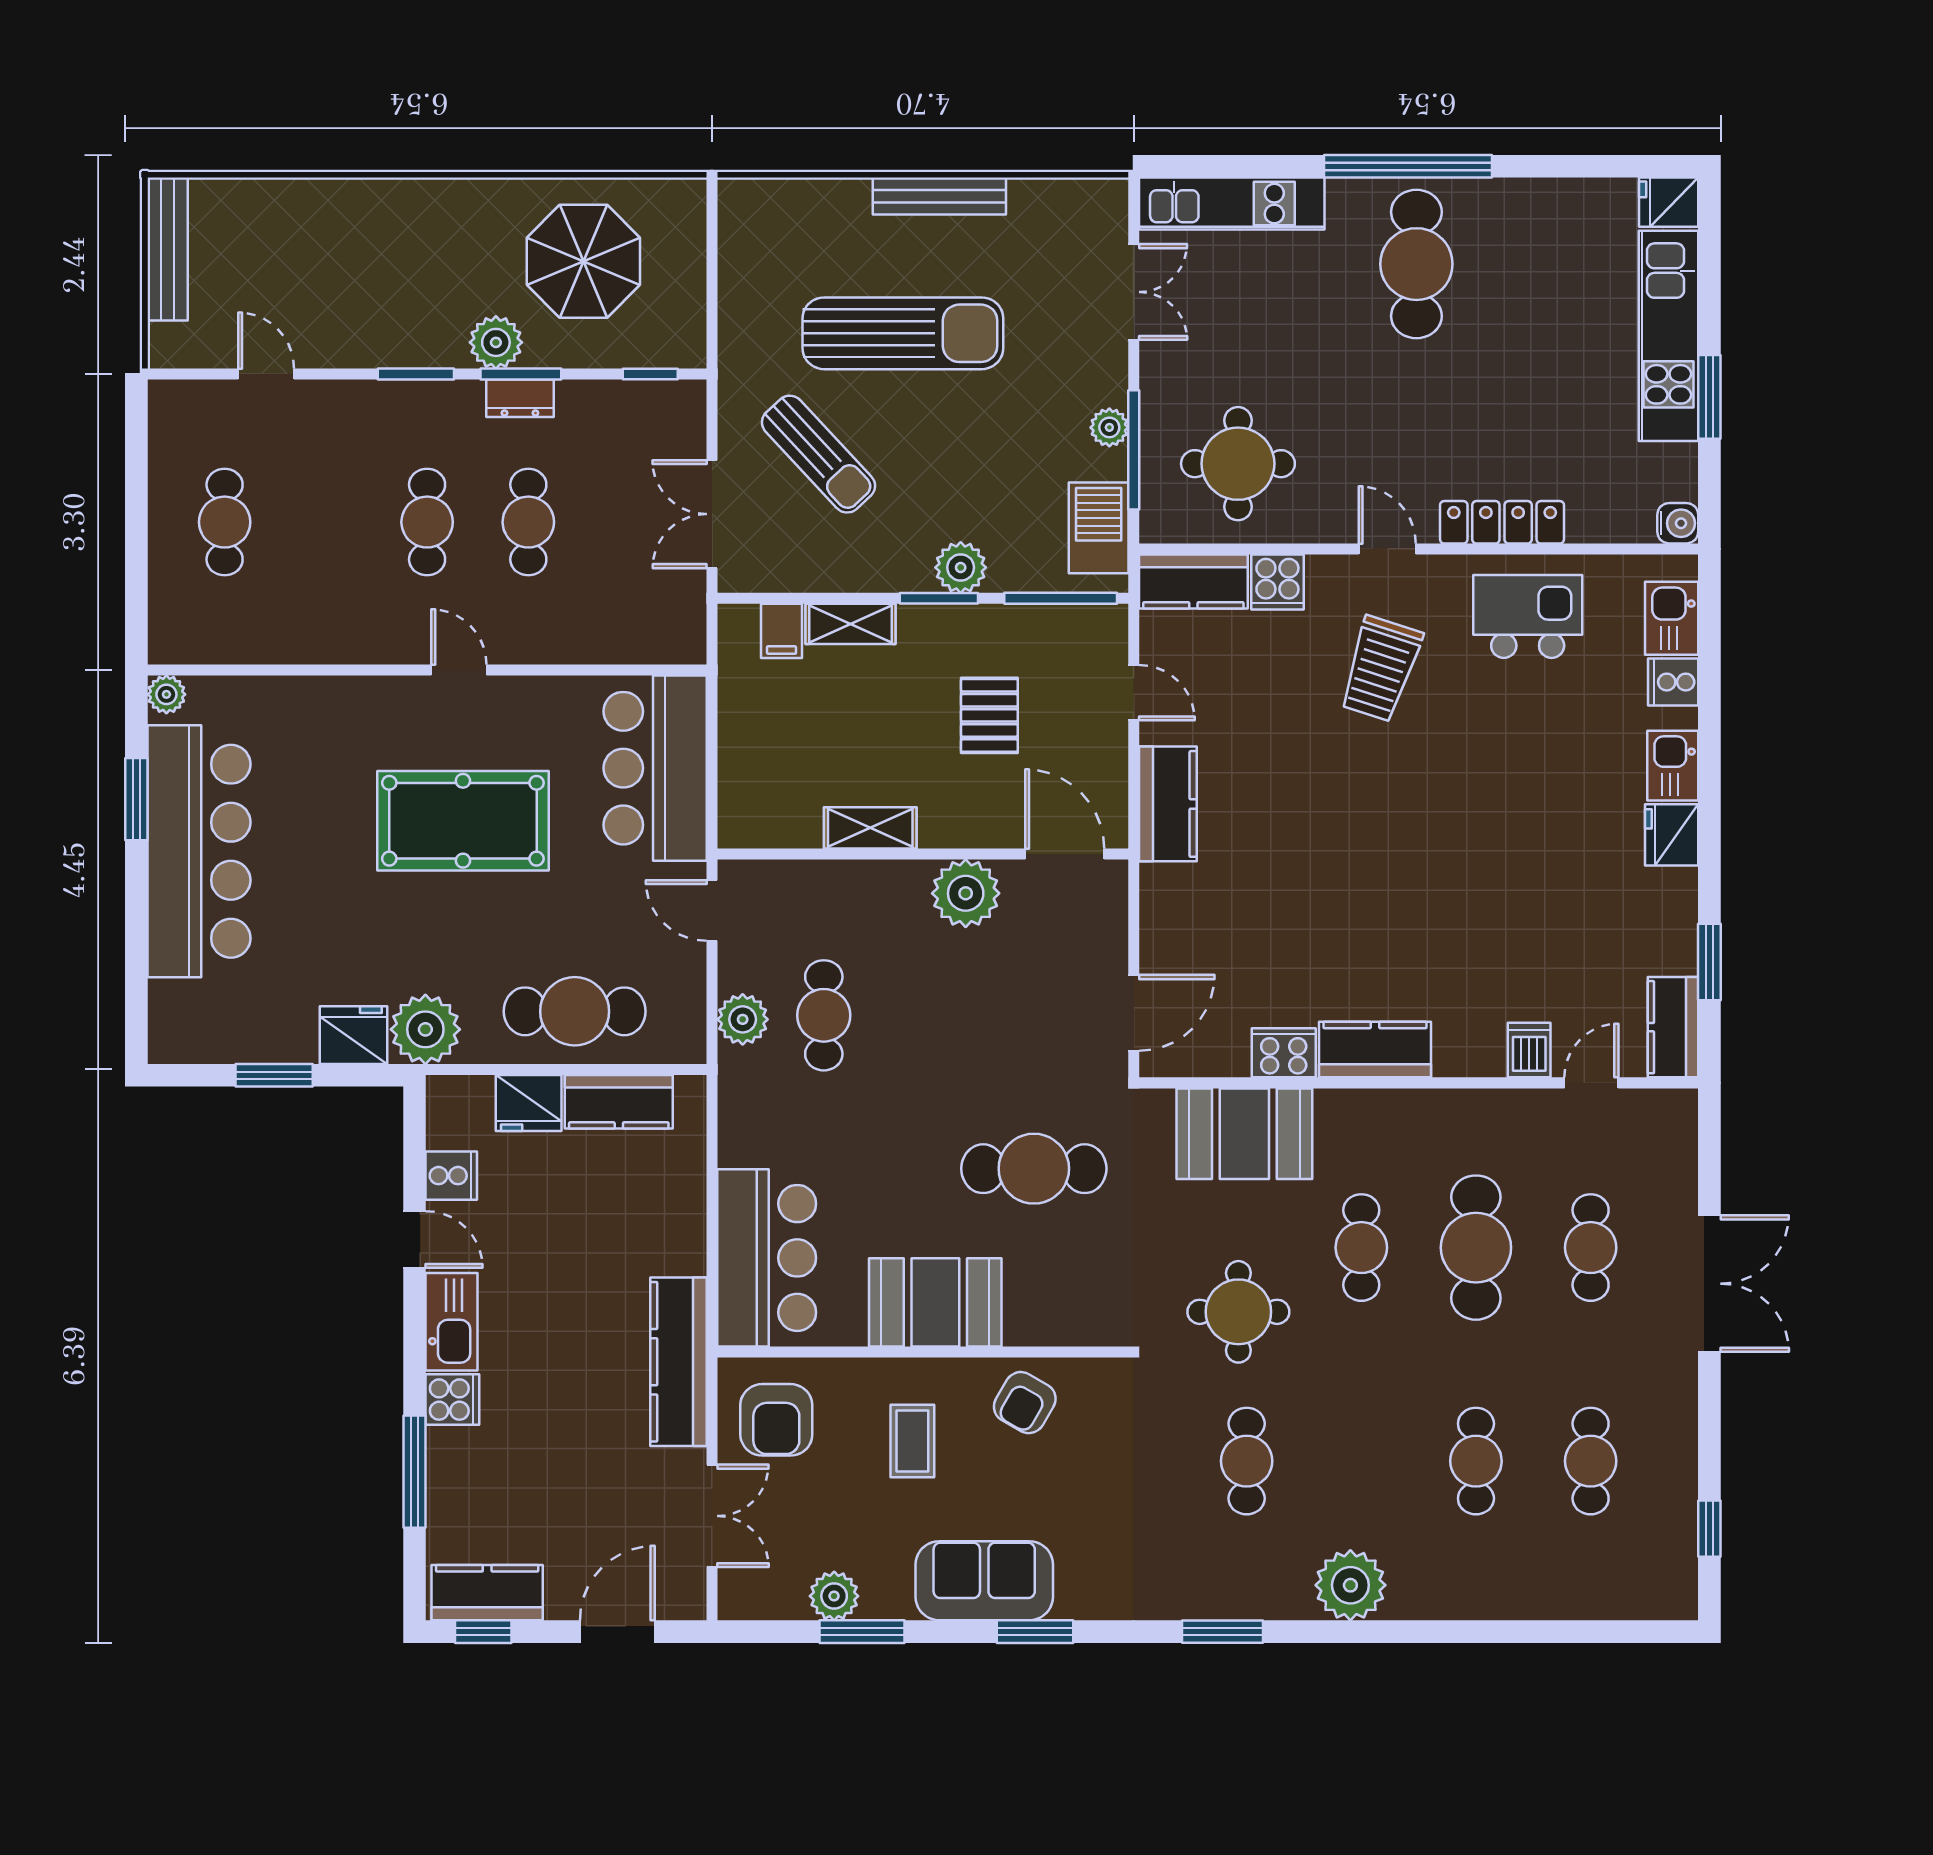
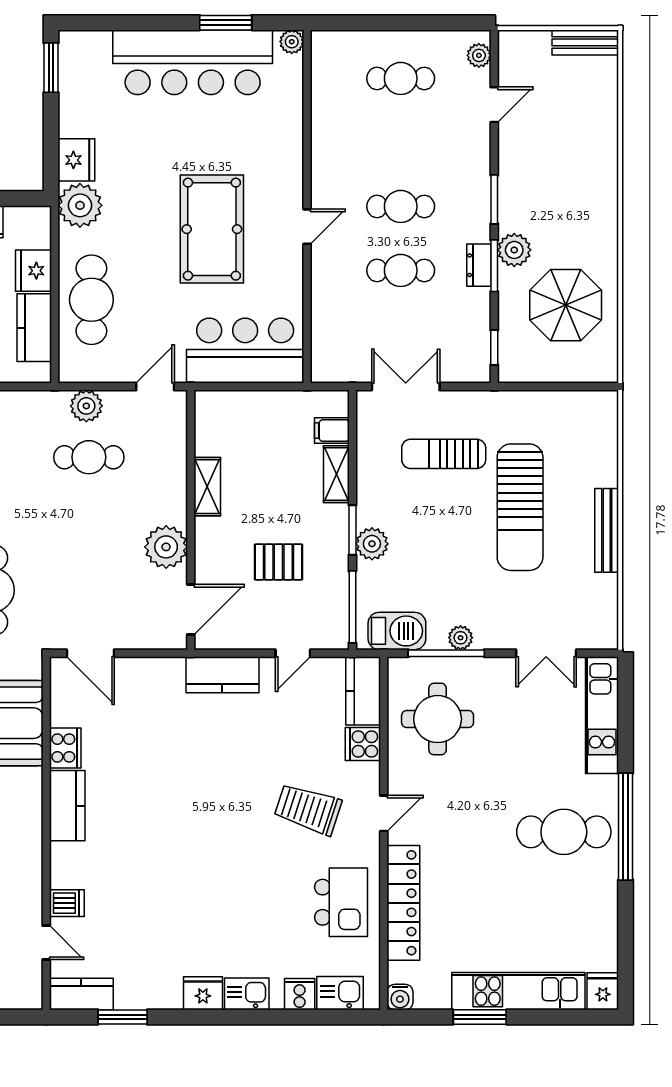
bench: (168, 249) -> (585, 42), width x0.73
plant: (188, 398) -> (479, 55), added
sun lounger: (818, 454) -> (444, 454), turned 43
locker: (1502, 522) -> (403, 903), width x1.41, depth x1.21
window: (274, 1075) -> (51, 68), moved

